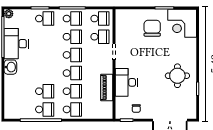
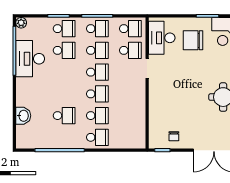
chair: (152, 28) -> (193, 40), turned -90
washbasin: (10, 67) -> (23, 116), moved
desk: (126, 82) -> (162, 38), moved
piano: (107, 87) -> (139, 111), removed
school desk: (45, 109) -> (64, 50), moved

